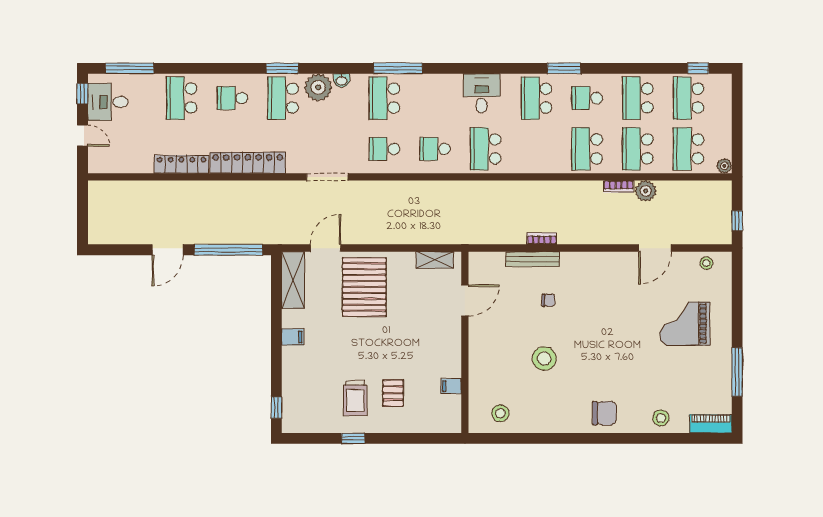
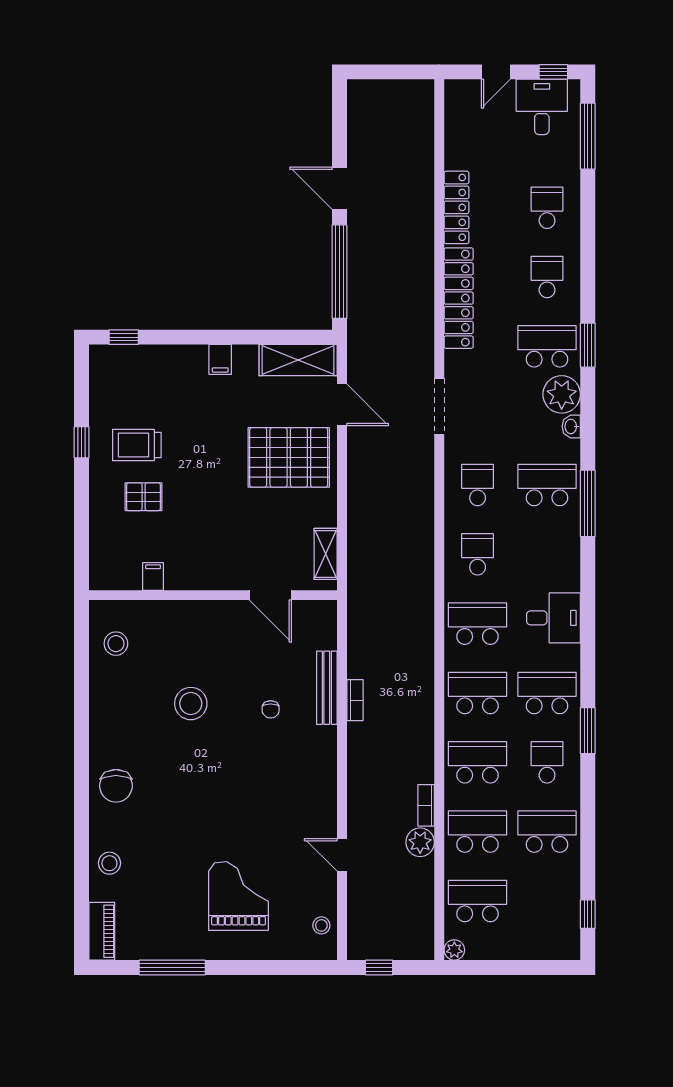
school desk: (182, 98) -> (547, 208), width x0.54
school desk: (689, 98) -> (478, 693), moved
door: (655, 248) -> (342, 855), width x0.73

